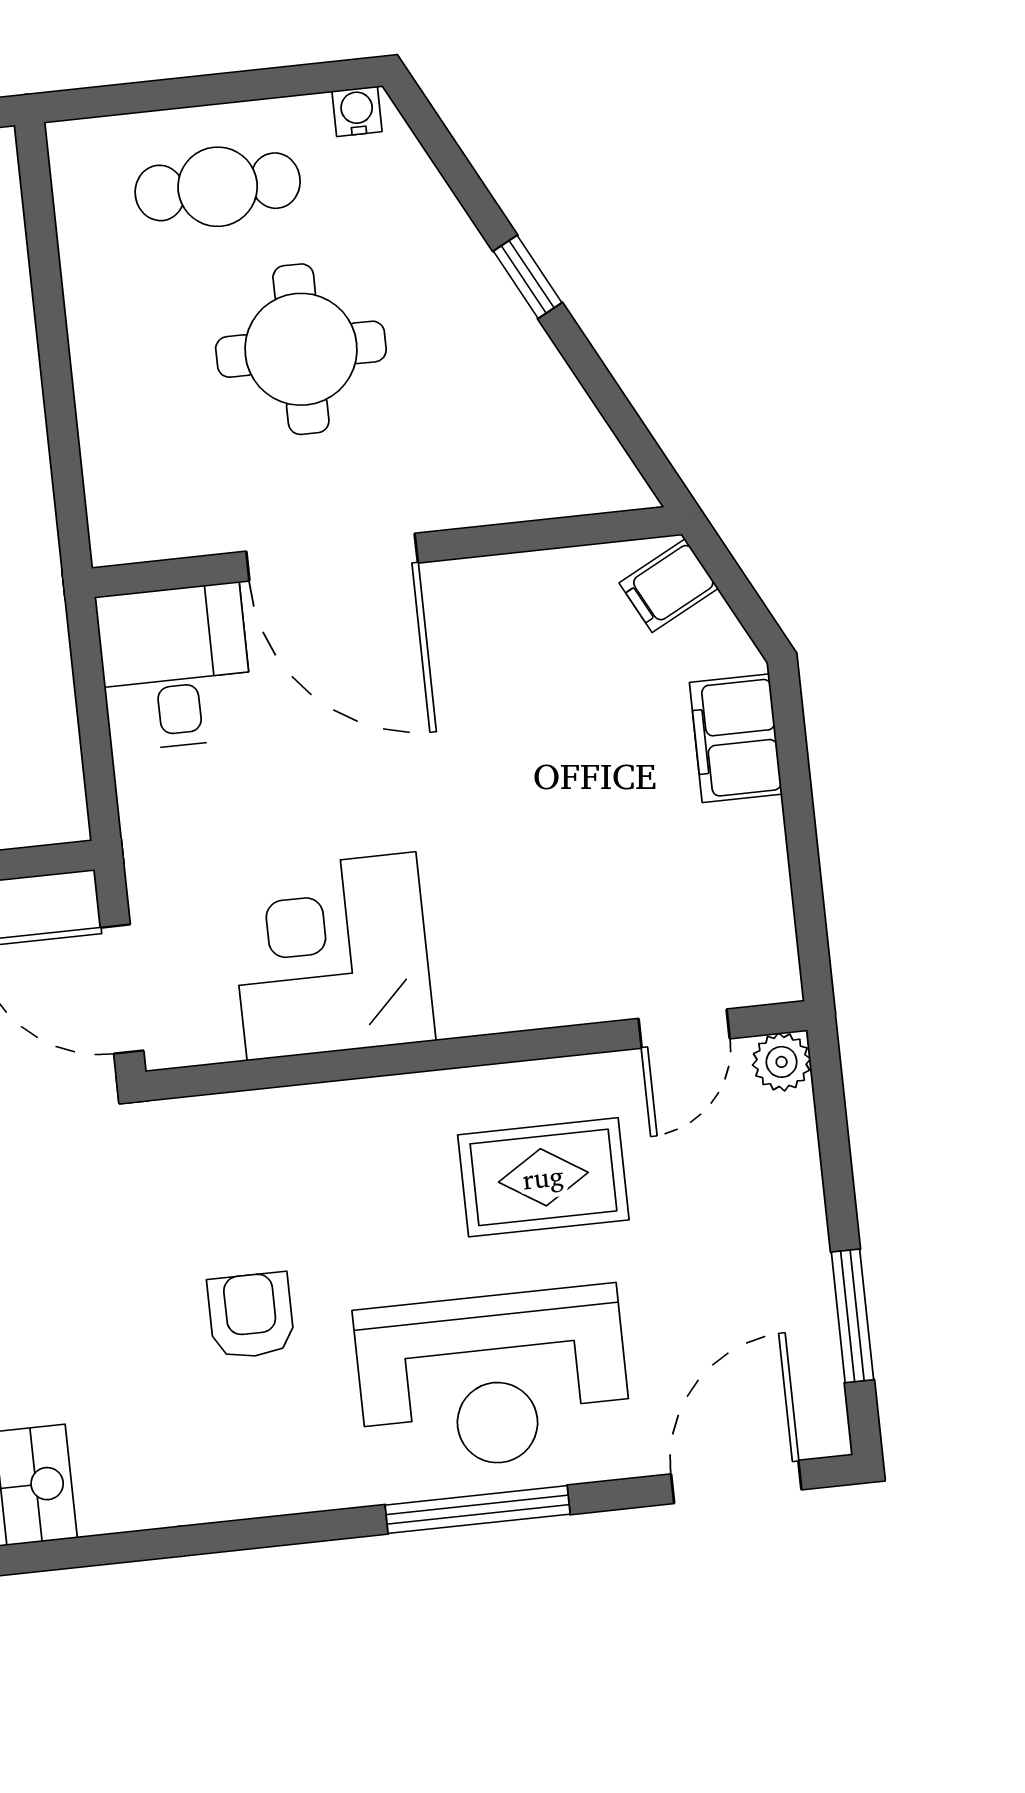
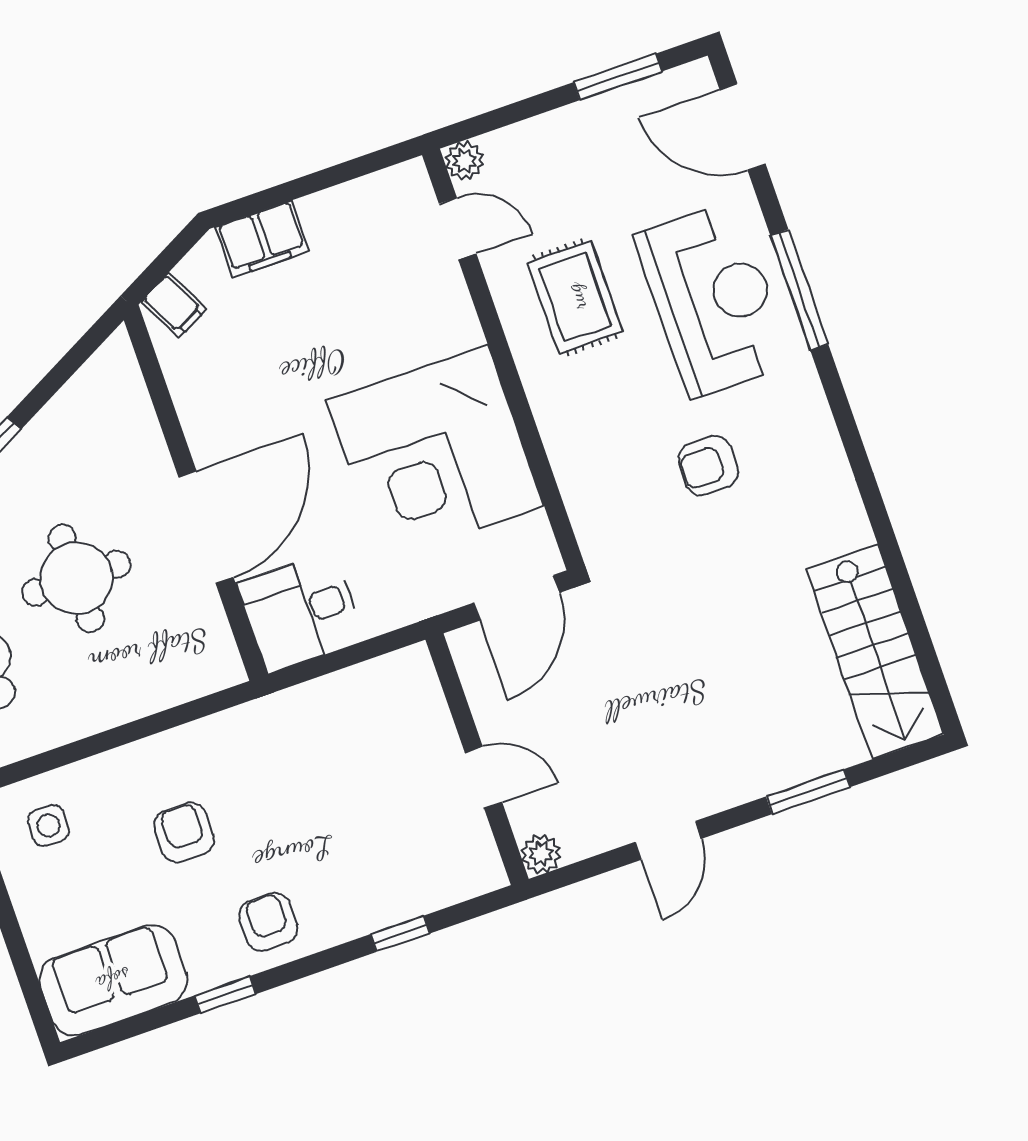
corner desk: (331, 956) -> (435, 453), width x1.36, depth x1.36

